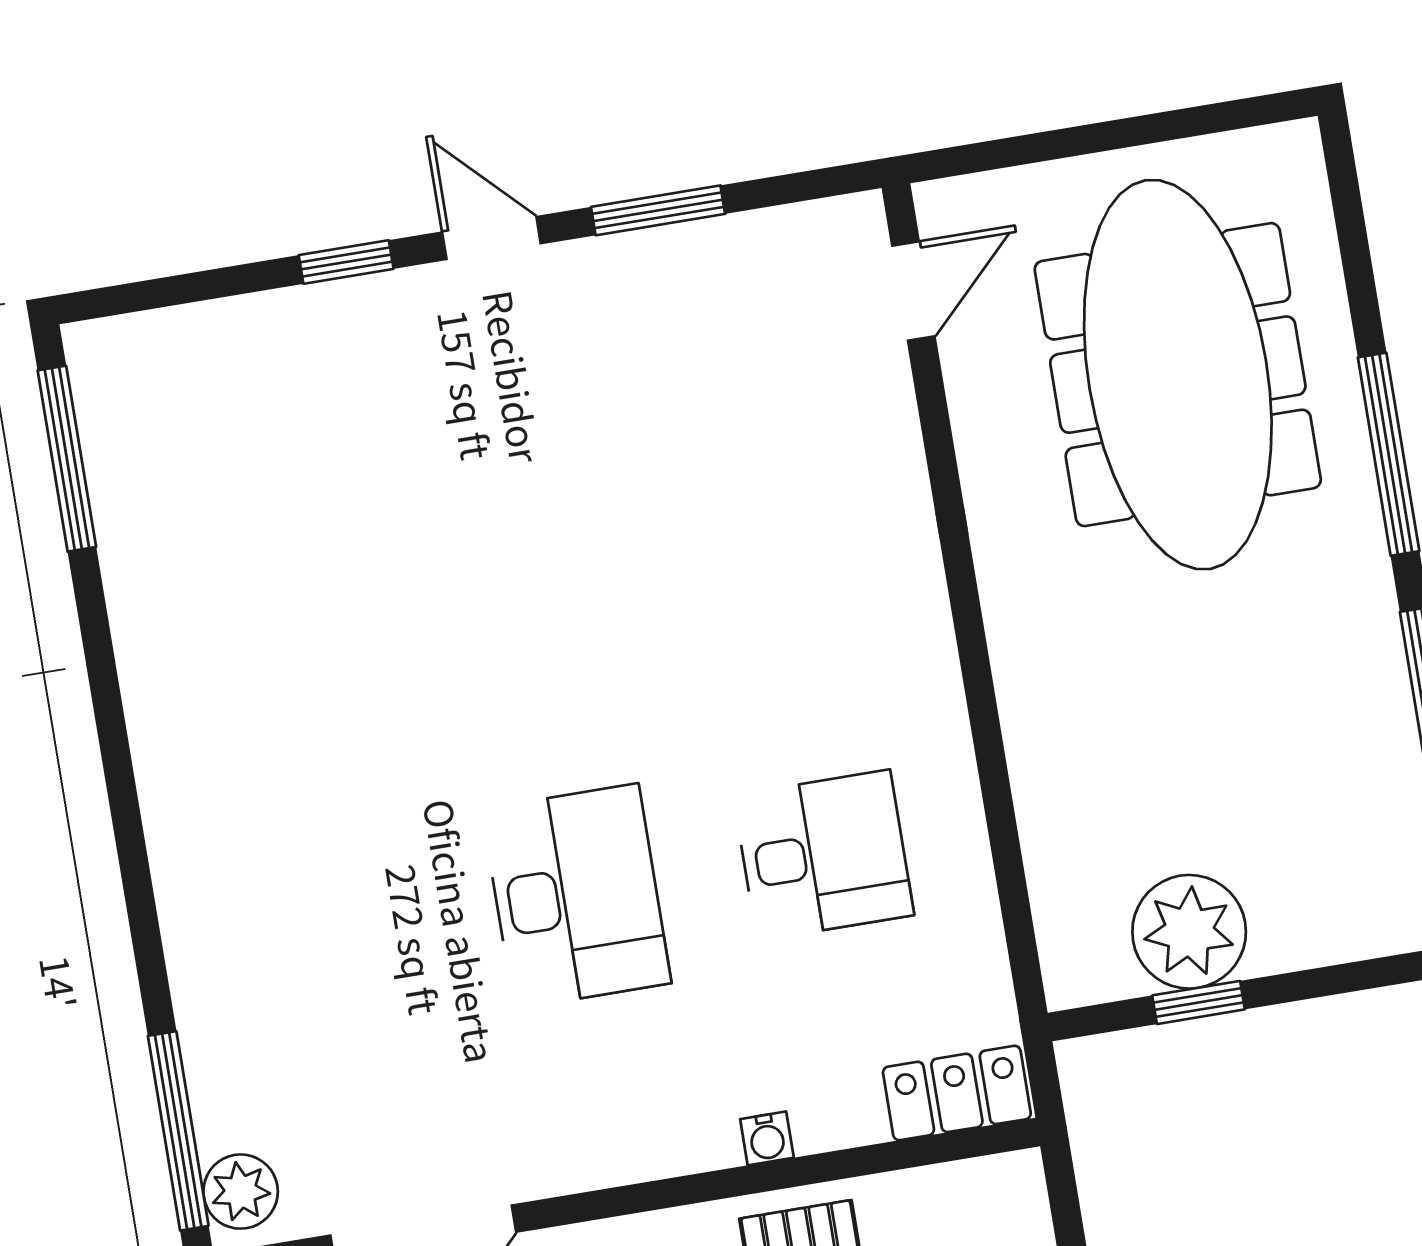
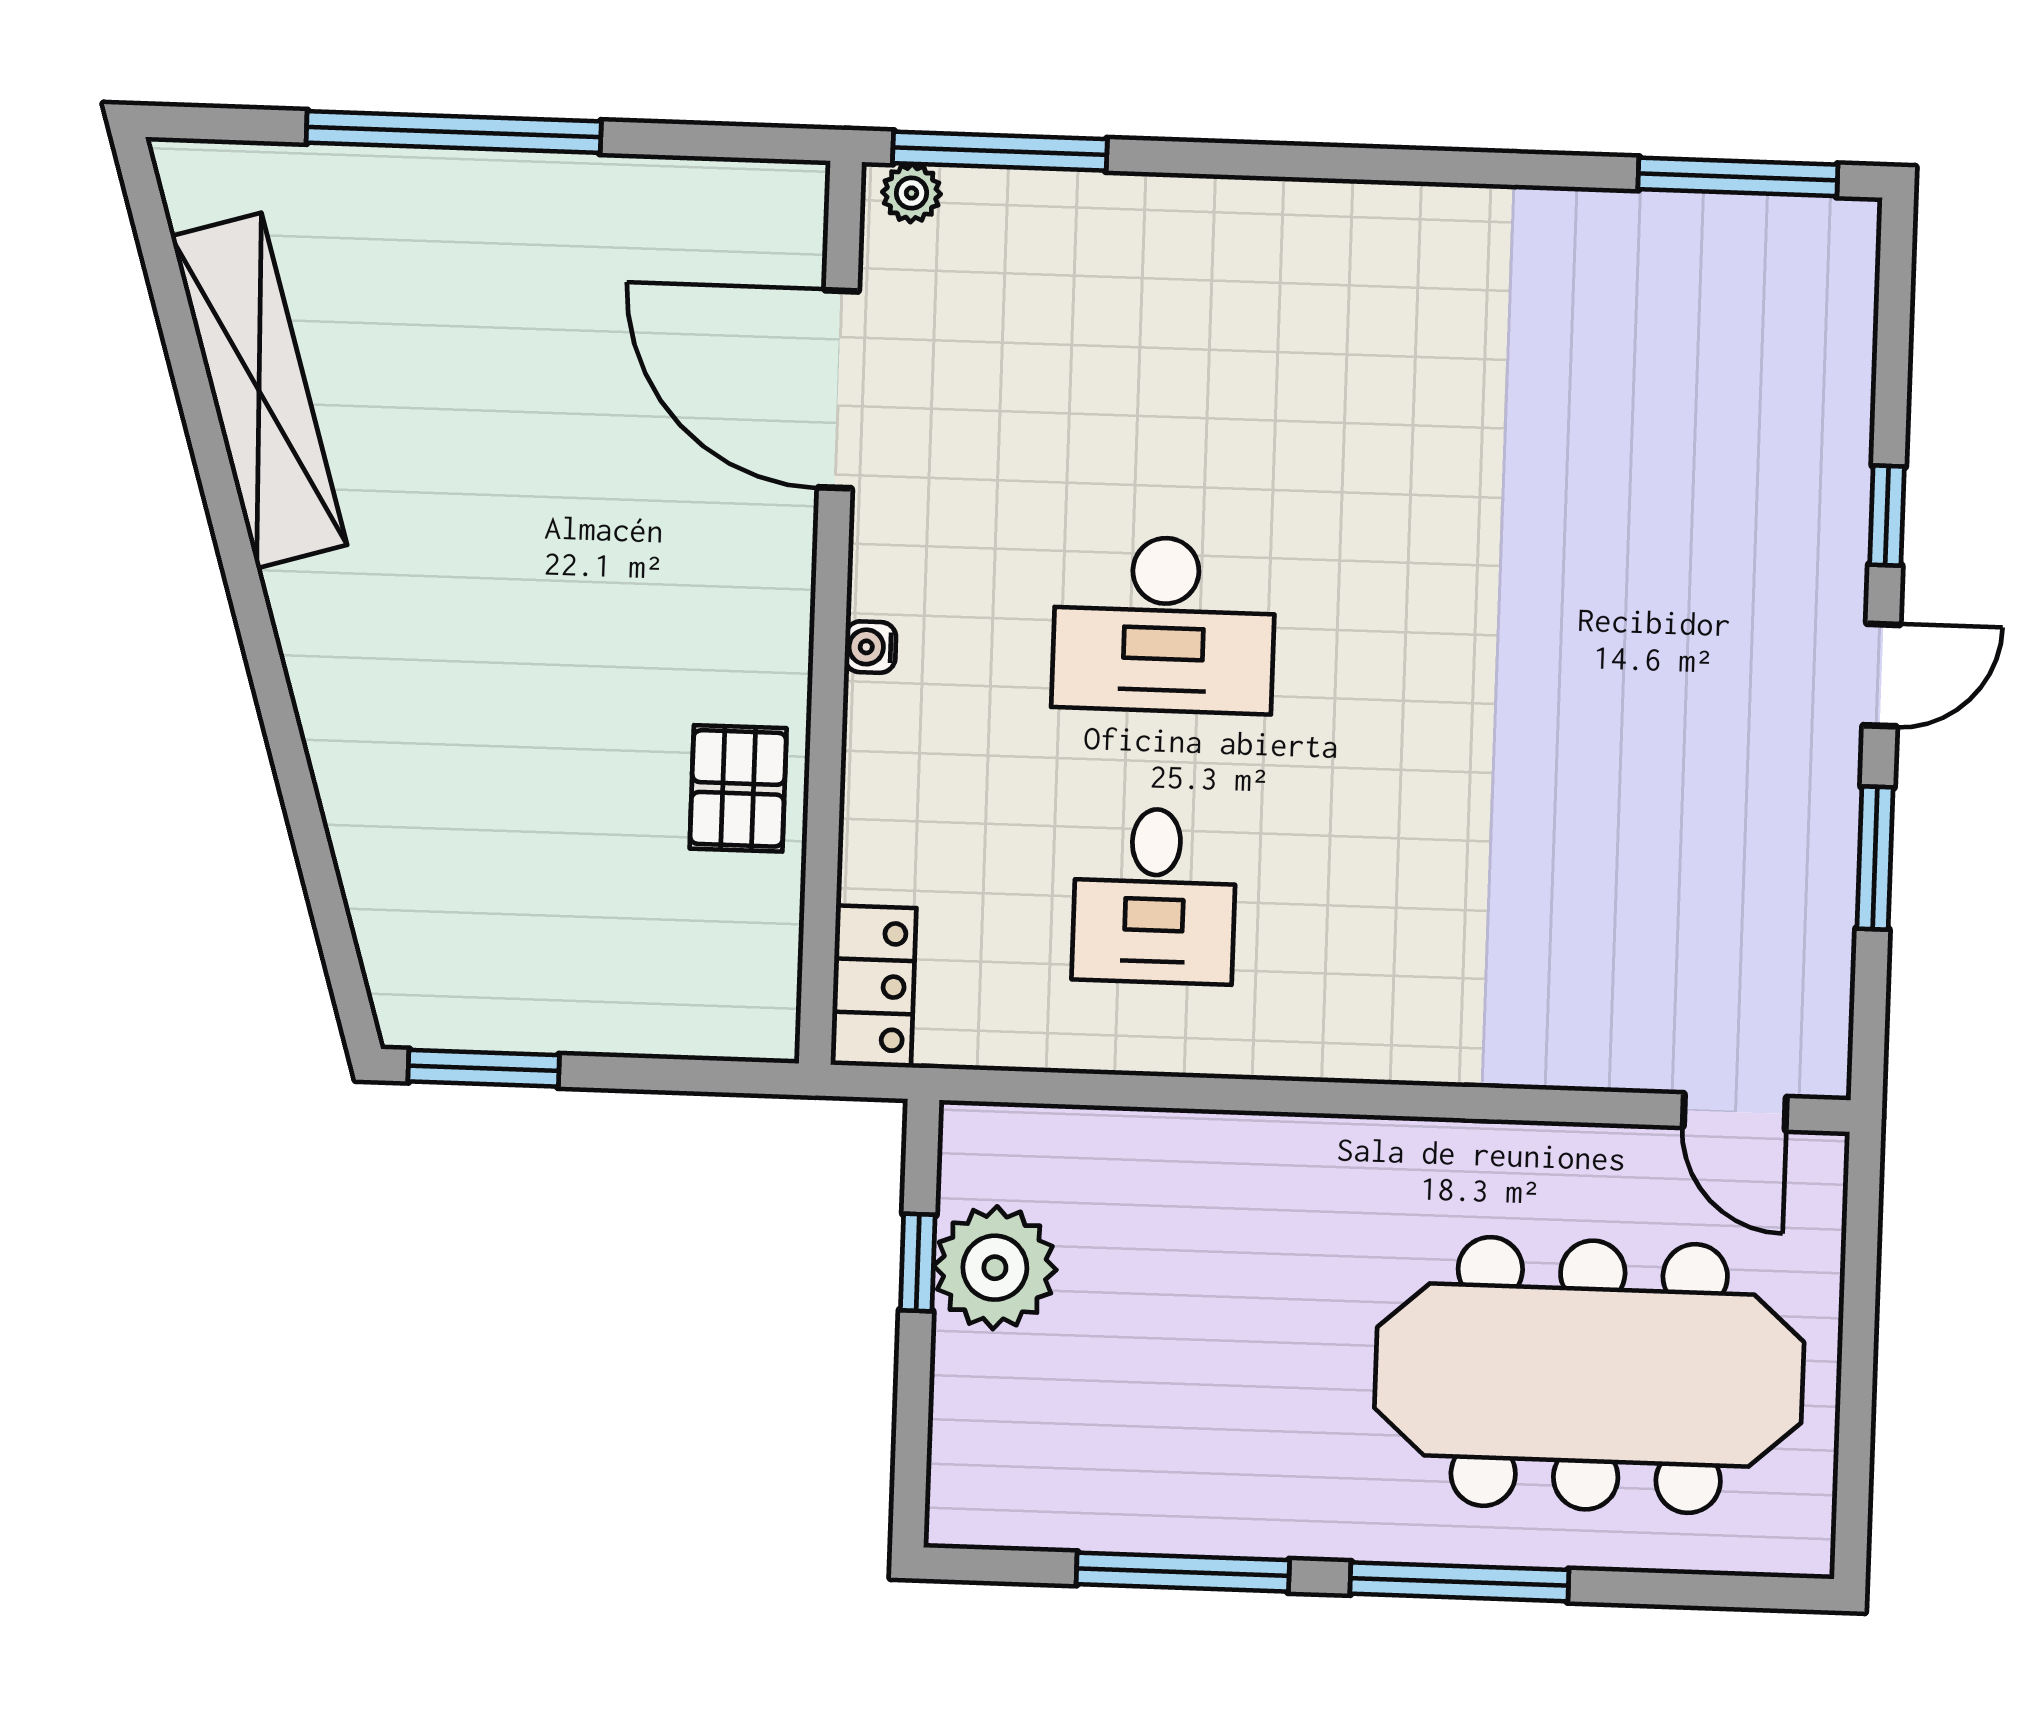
water cooler: (767, 1138) -> (870, 647), moved
plant: (241, 1192) -> (911, 193), width x0.73, depth x0.73

